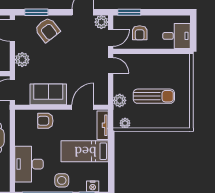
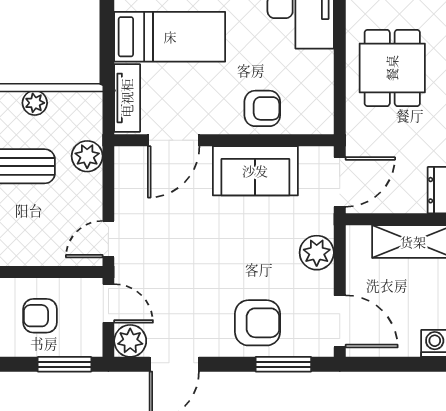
armchair: (47, 30) -> (257, 323), turned 128
armchair: (140, 33) -> (40, 316), turned -90
door: (111, 38) -> (108, 303), swing flipped
door: (111, 65) -> (108, 239), hinge flipped
plant: (125, 123) -> (35, 103), moved

